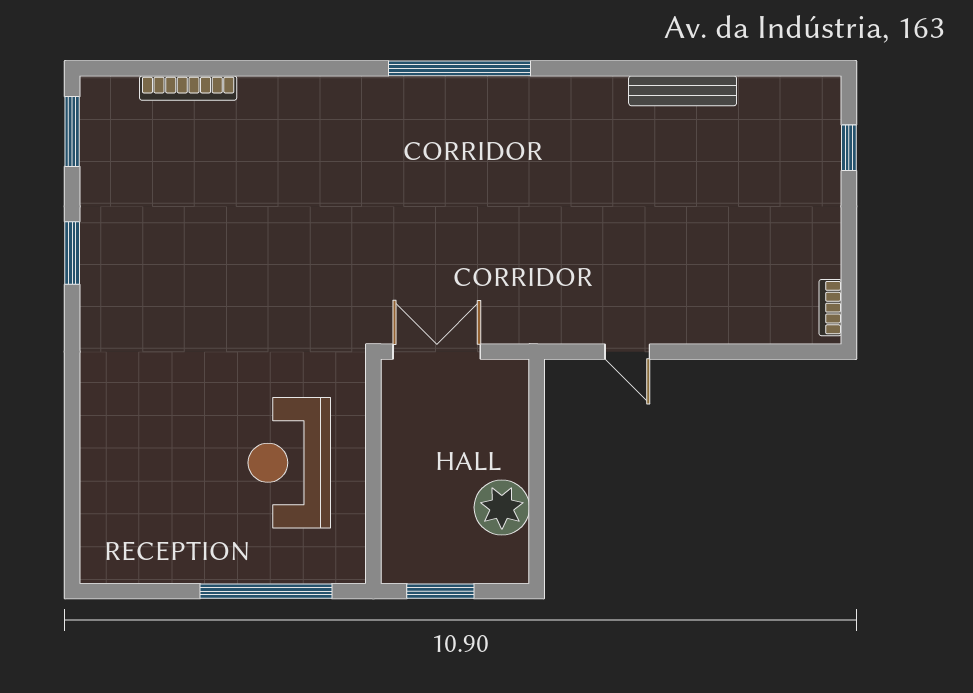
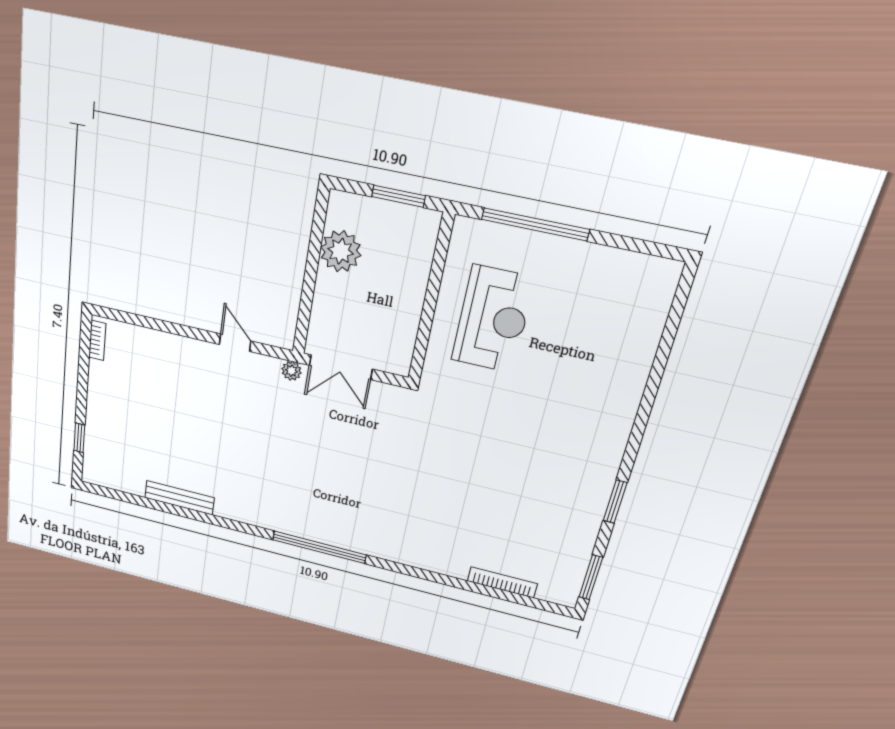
plant: (542, 330) -> (291, 371), added
double door: (437, 352) -> (341, 367), moved

